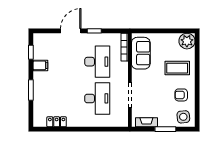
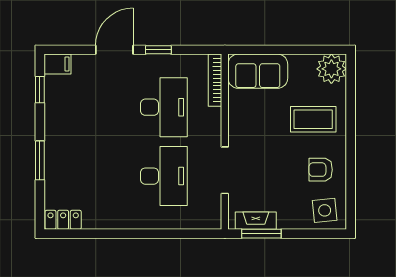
sofa: (141, 53) -> (258, 71), moved, turned 90
filing cabinet: (40, 65) -> (58, 64), moved
locker: (57, 122) -> (63, 220), moved
window: (165, 129) -> (261, 234), moved

